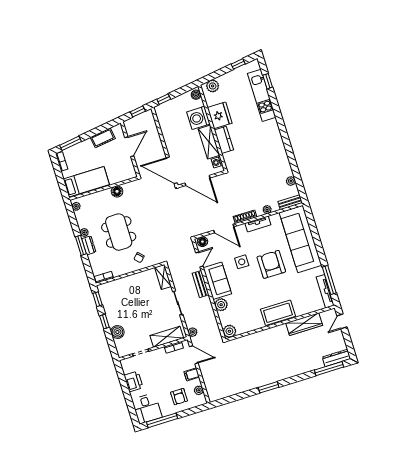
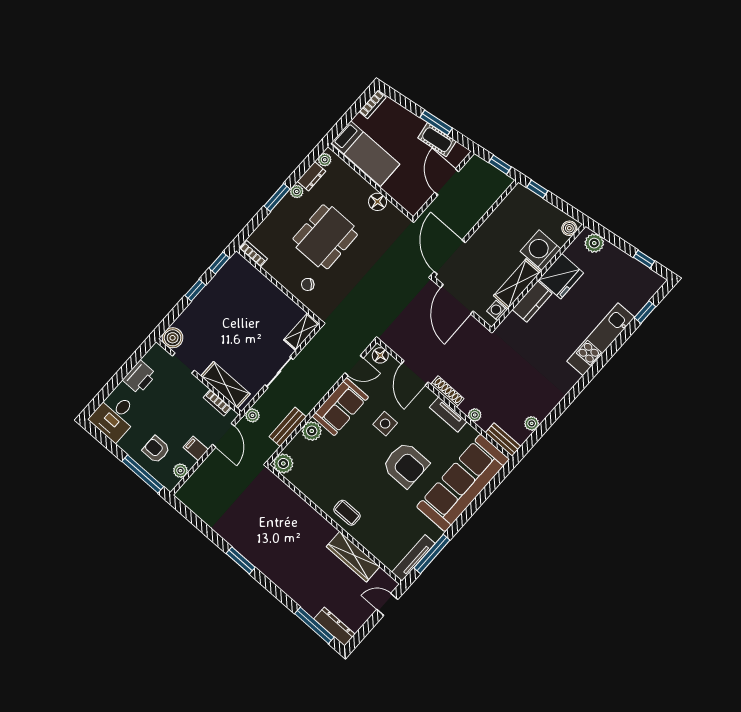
kitchen unit: (262, 95) -> (601, 339), moved
window: (71, 143) -> (436, 123), moved
door: (129, 147) -> (447, 182), swing flipped
dresser: (89, 245) -> (311, 176), moved
armchair: (271, 264) -> (406, 465), turned 90
bench: (201, 284) -> (288, 427), moved
coffee table: (278, 313) -> (347, 513), width x0.54, depth x0.58
boiler: (117, 332) -> (173, 338), moved
armchair: (179, 397) -> (156, 449), turned 90
window: (162, 420) -> (143, 474), moved

